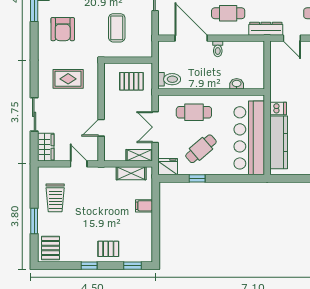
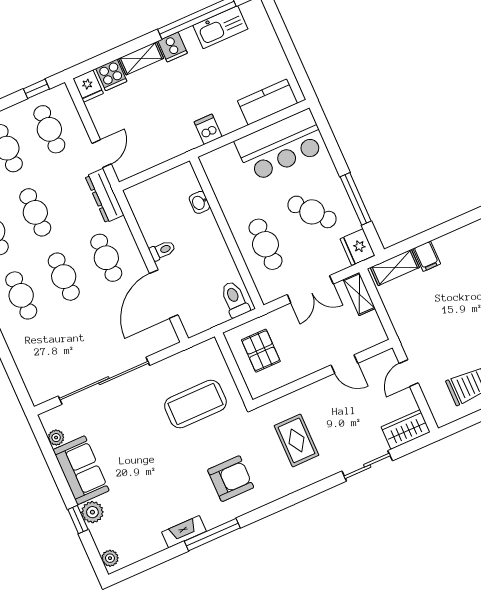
coffee table: (117, 28) -> (195, 404), width x1.36, depth x1.32
bar counter: (249, 138) -> (281, 145), width x0.73
kitchen counter: (279, 142) -> (267, 102), width x0.67
shelving: (131, 173) -> (395, 267), moved, turned 90
window: (197, 178) -> (356, 199), width x2.17

